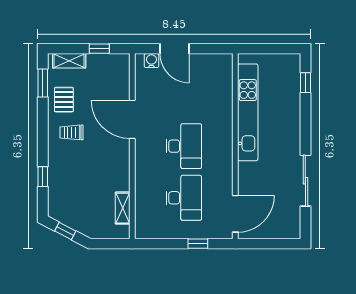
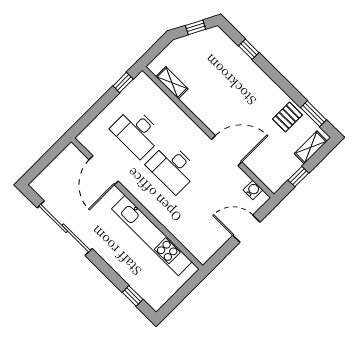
water cooler: (151, 61) -> (253, 190), moved, turned -90
pallet: (64, 100) -> (287, 117), turned 90
trolley: (72, 132) -> (259, 100), removed
sliding door: (305, 181) -> (65, 228), width x1.36
door: (235, 214) -> (104, 170), moved
window: (198, 244) -> (123, 82), moved

